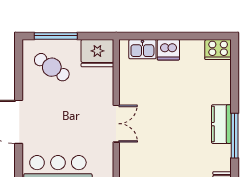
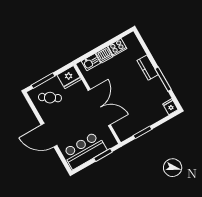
cooker: (218, 50) -> (117, 47), moved
double door: (116, 124) -> (99, 108), width x1.87
kitchen counter: (221, 124) -> (148, 68), moved

